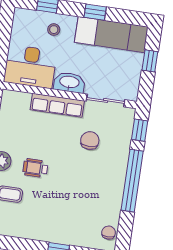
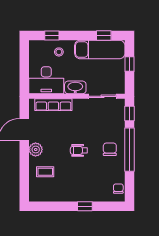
window: (95, 12) -> (104, 35), moved
row of seats: (57, 105) -> (53, 105), moved
chair: (90, 141) -> (110, 149), moved
wheelchair: (35, 168) -> (79, 150), moved

